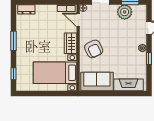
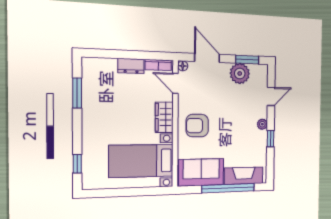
dresser: (26, 9) -> (131, 66), moved
window: (14, 41) -> (77, 93), moved
armchair: (94, 49) -> (197, 126), turned 116
window: (117, 94) -> (228, 188), added

